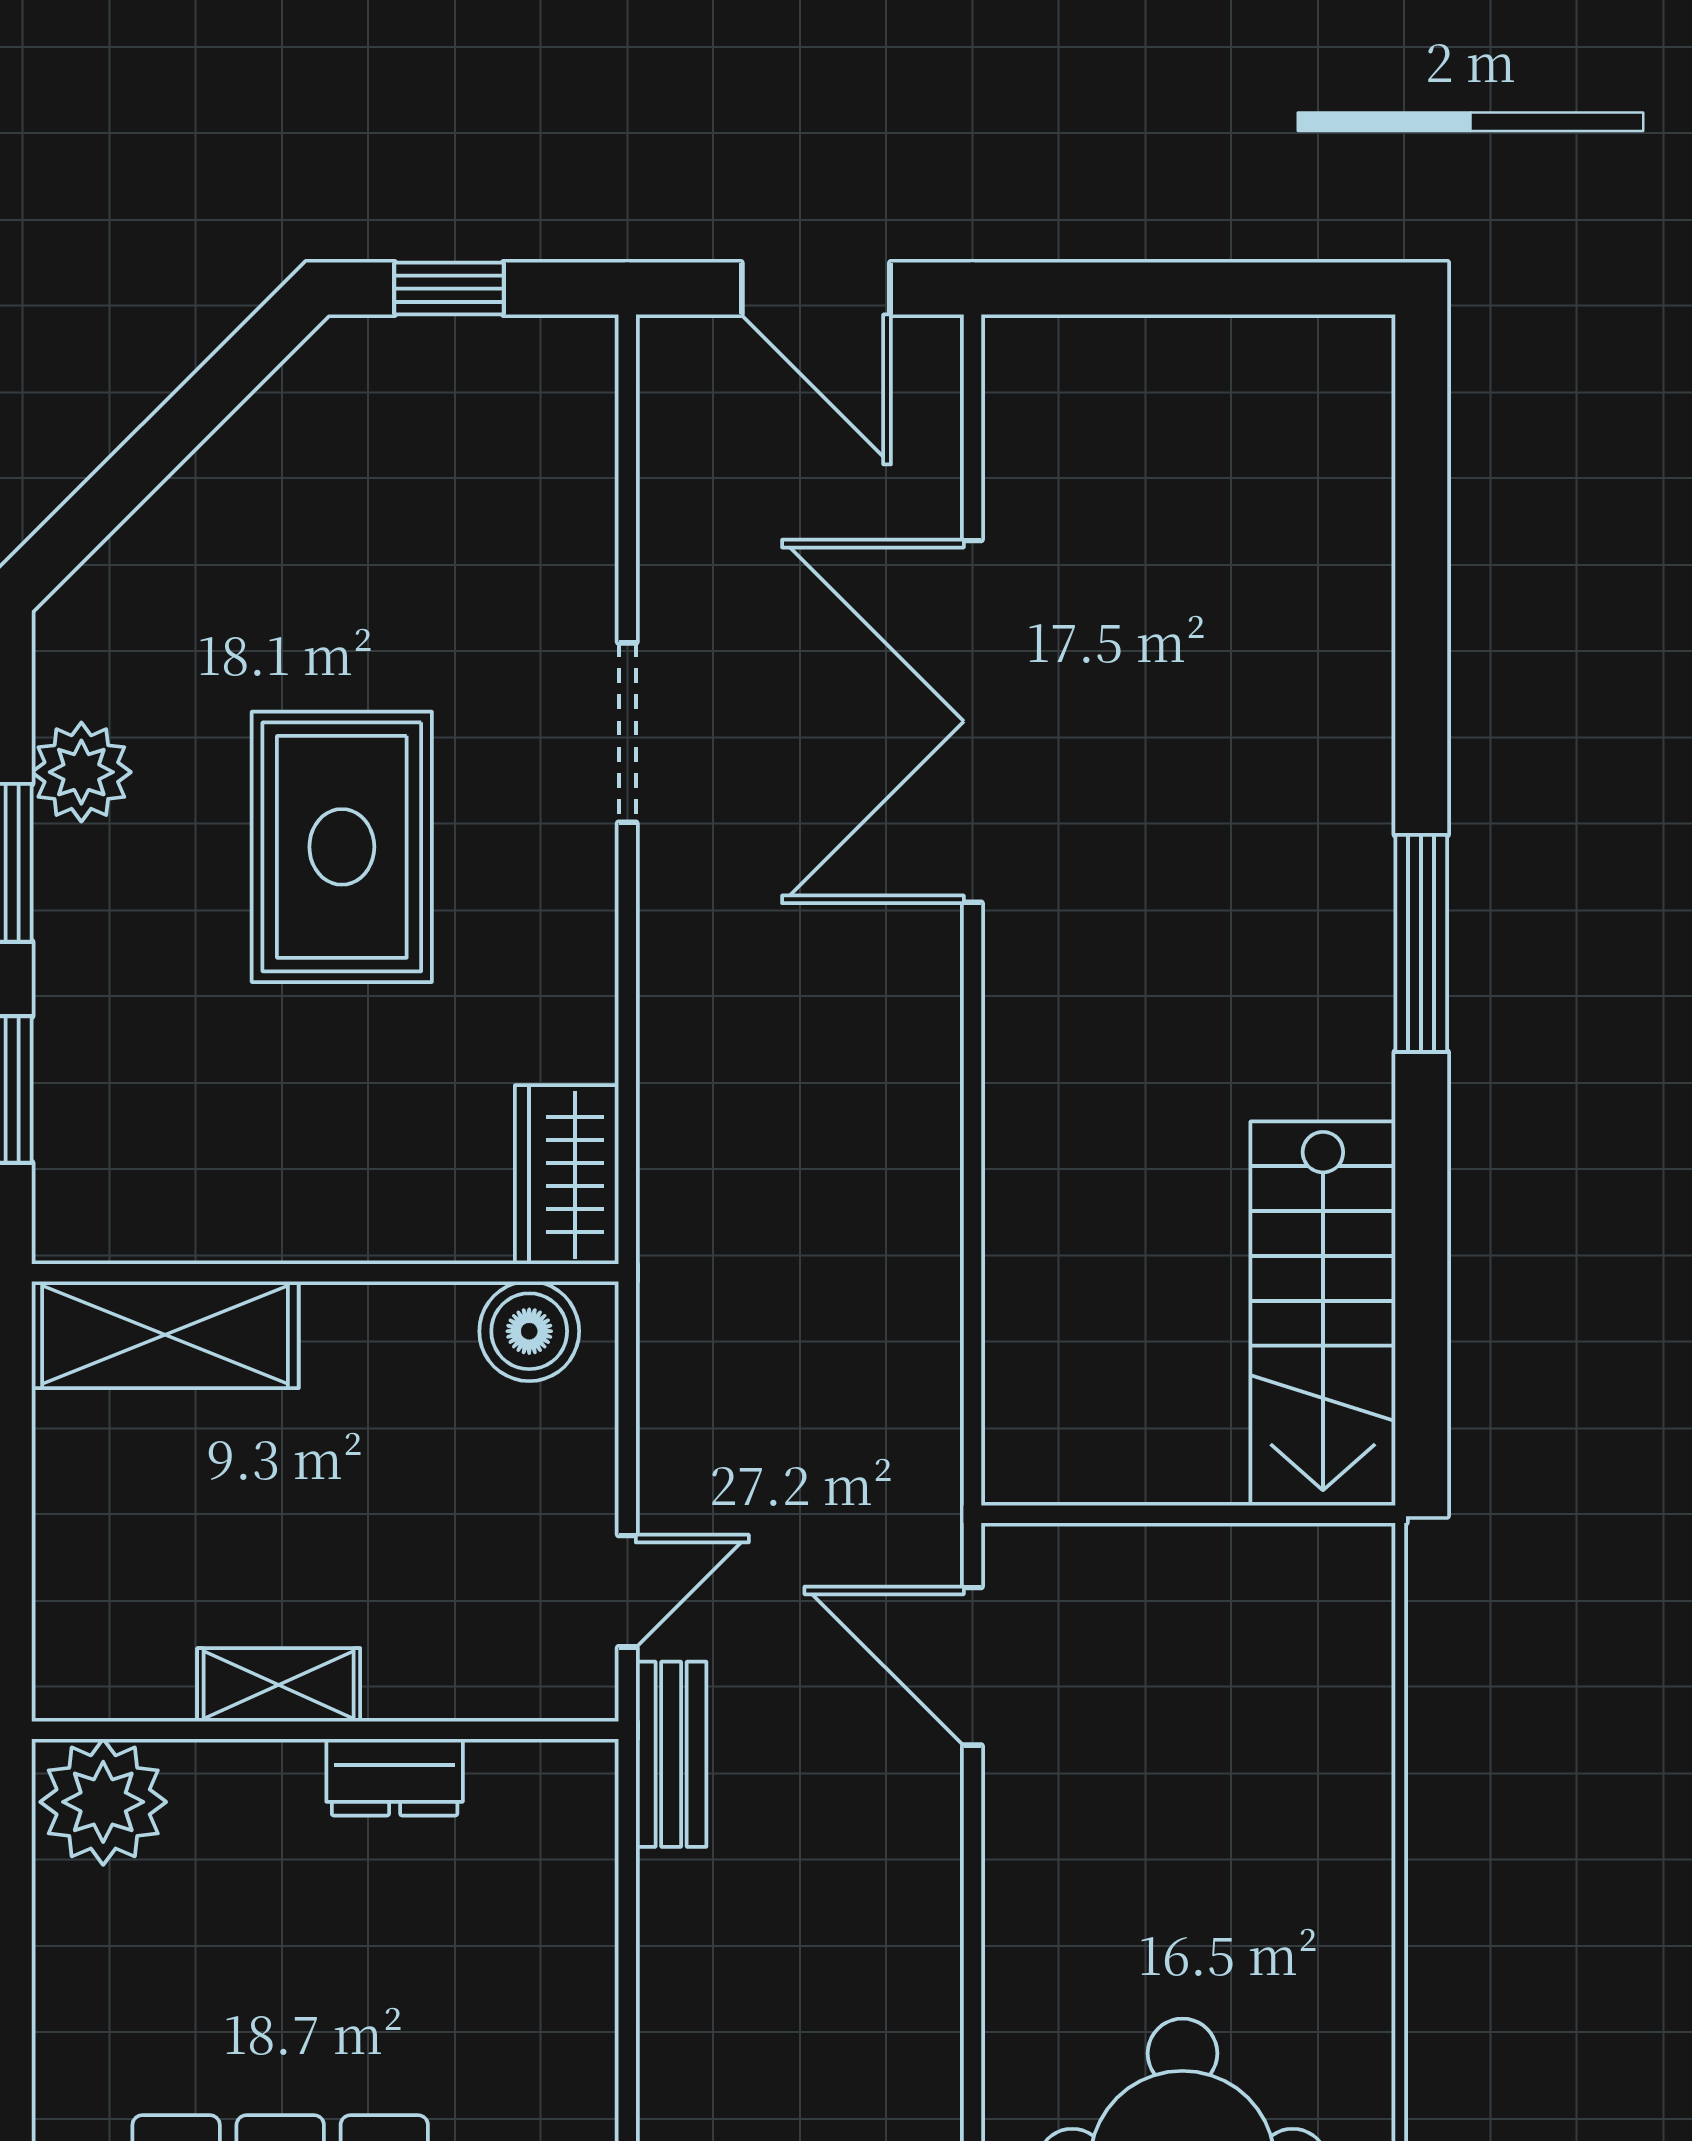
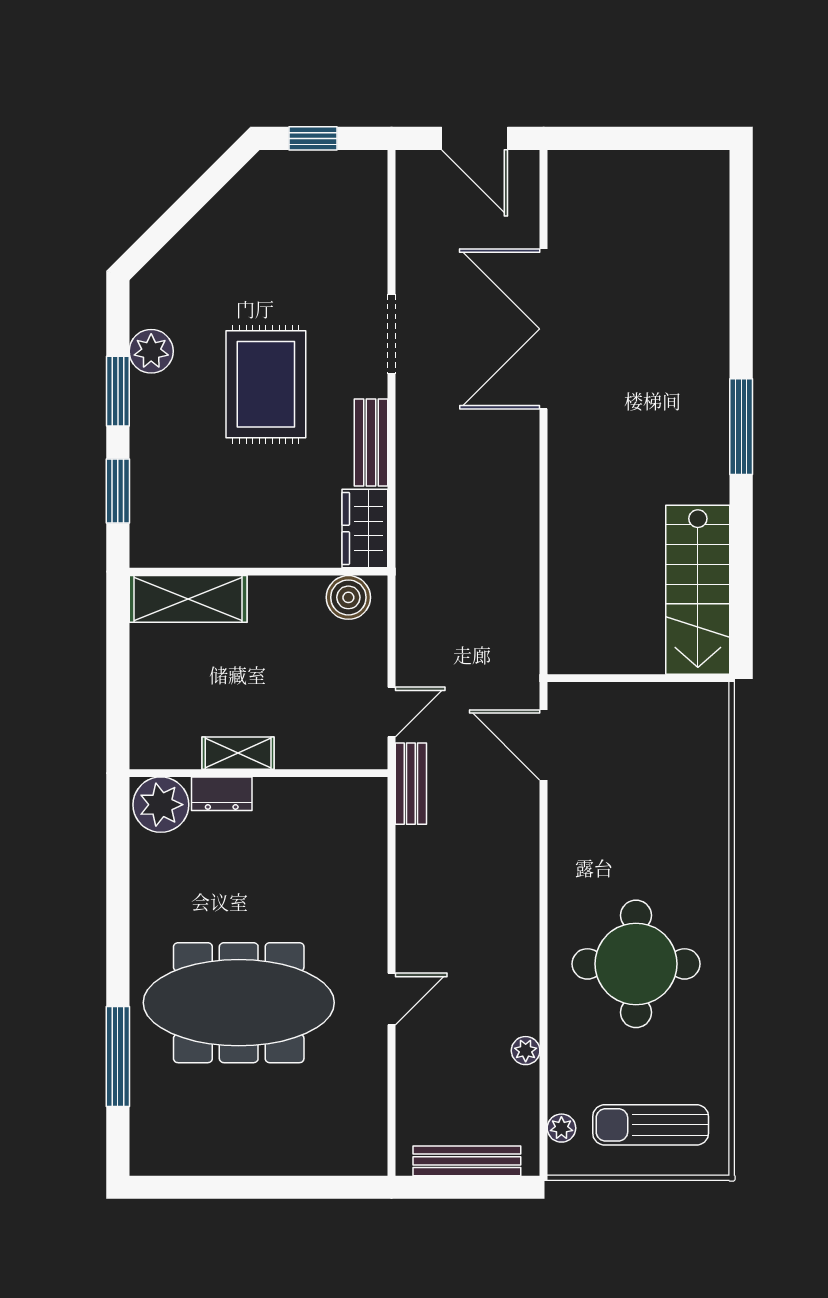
bench: (581, 979) -> (371, 442), added
dresser: (395, 1777) -> (222, 794), moved

